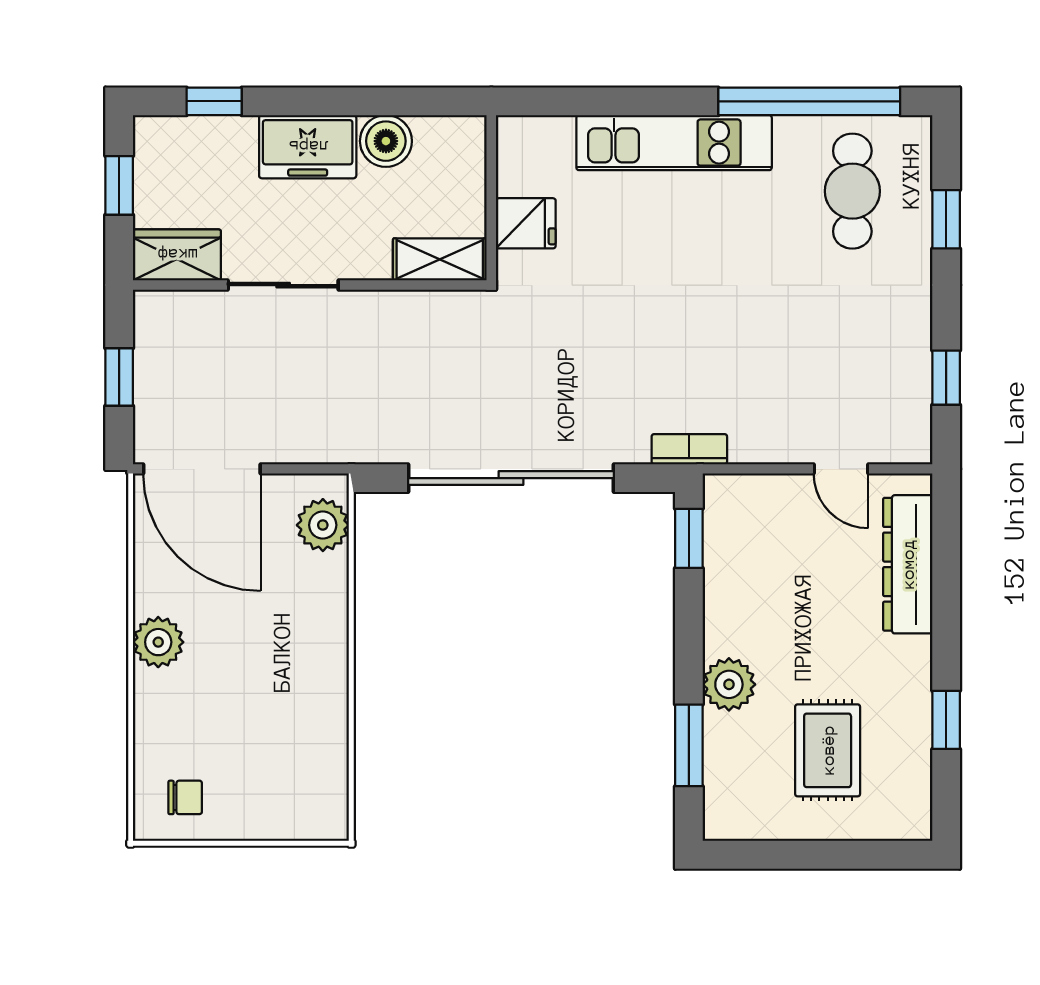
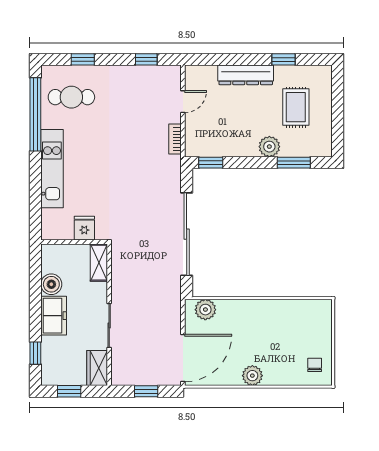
bookcase: (689, 449) -> (175, 139), moved
dresser: (908, 564) -> (246, 75), moved
rug: (828, 750) -> (296, 107), turned 90

